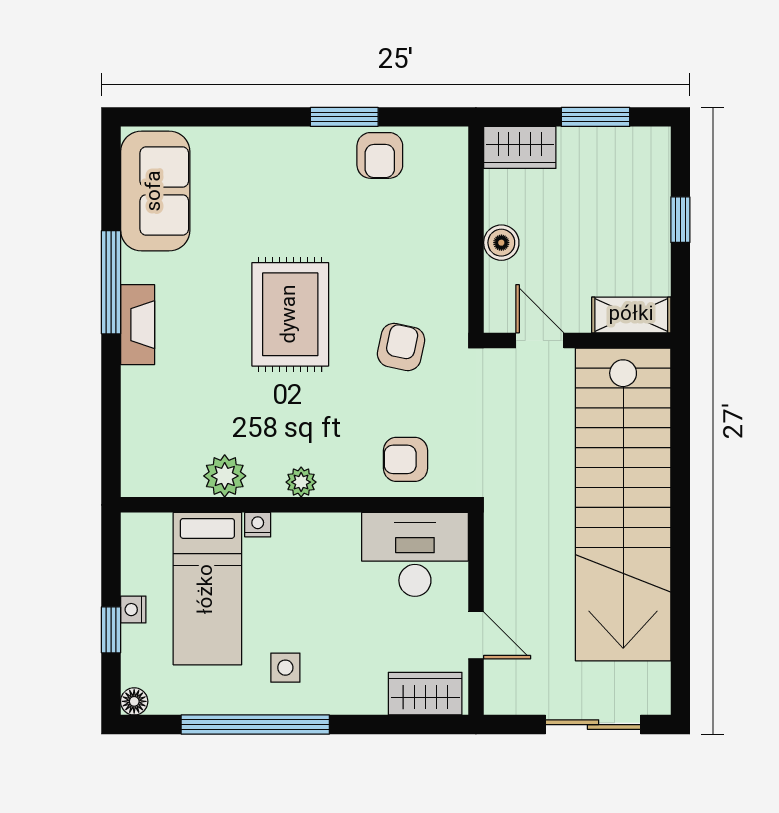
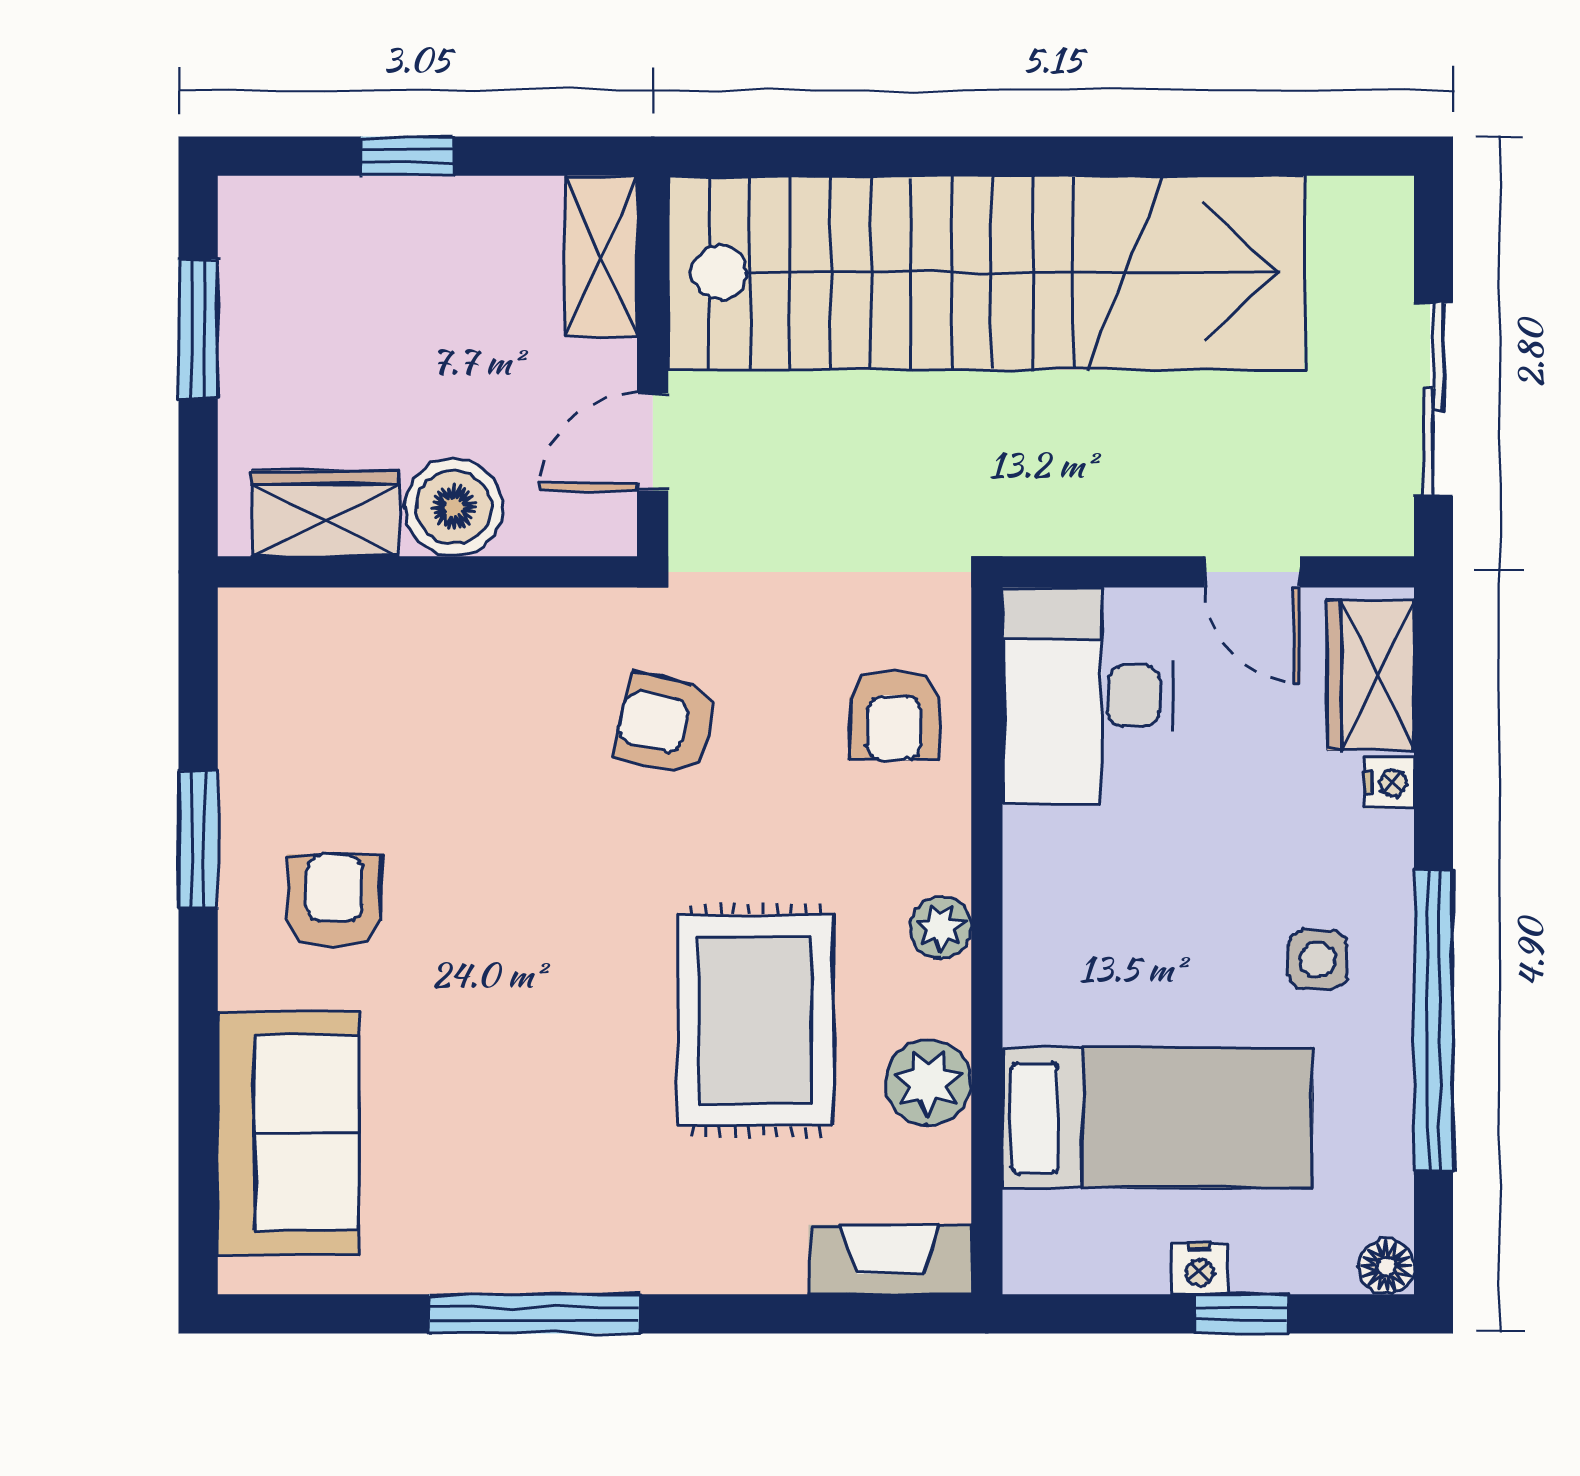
wardrobe: (520, 147) -> (325, 514), moved, turned -90
armchair: (380, 155) -> (334, 901), moved, turned -90
sofa: (155, 191) -> (288, 1133), moved, turned 90
boiler: (501, 243) -> (454, 507), width x1.36, depth x1.36
rug: (290, 314) -> (756, 1020), moved, turned 90
fireplace: (138, 325) -> (890, 1260), moved
nightstand: (258, 525) -> (1389, 783), moved, turned 180
door: (476, 635) -> (1252, 572), swing flipped
sliding door: (593, 725) -> (1434, 399), moved

